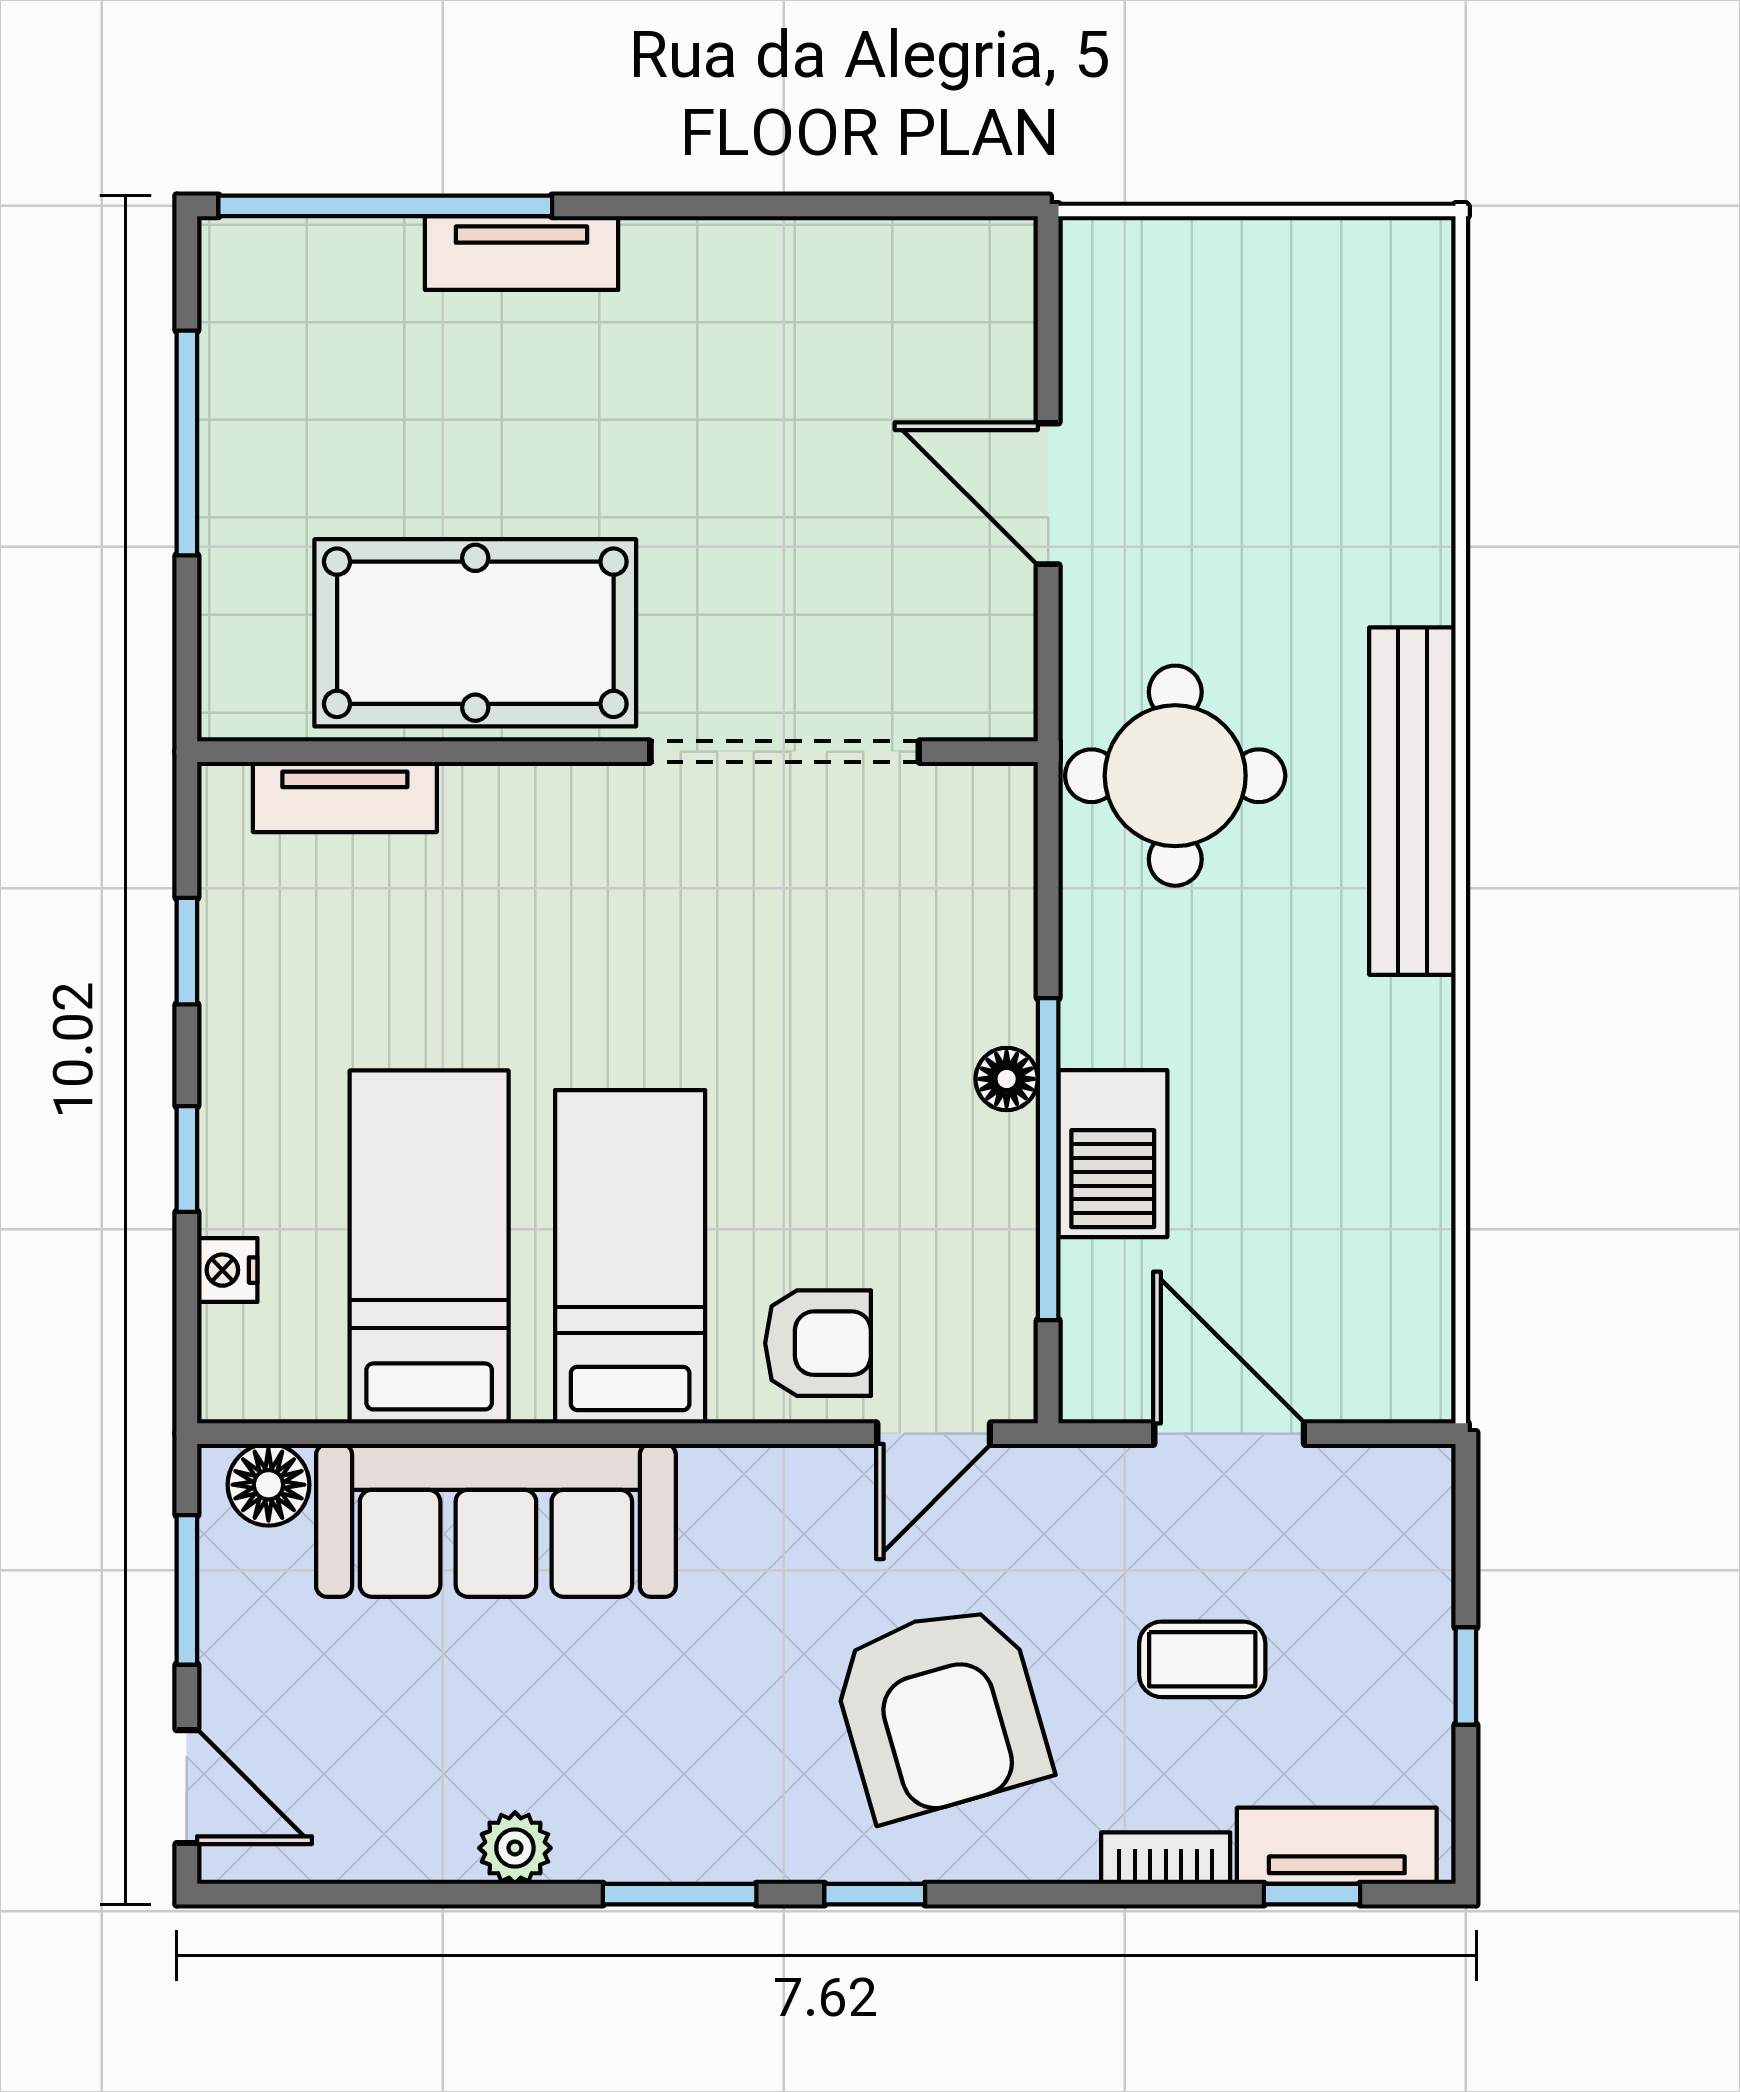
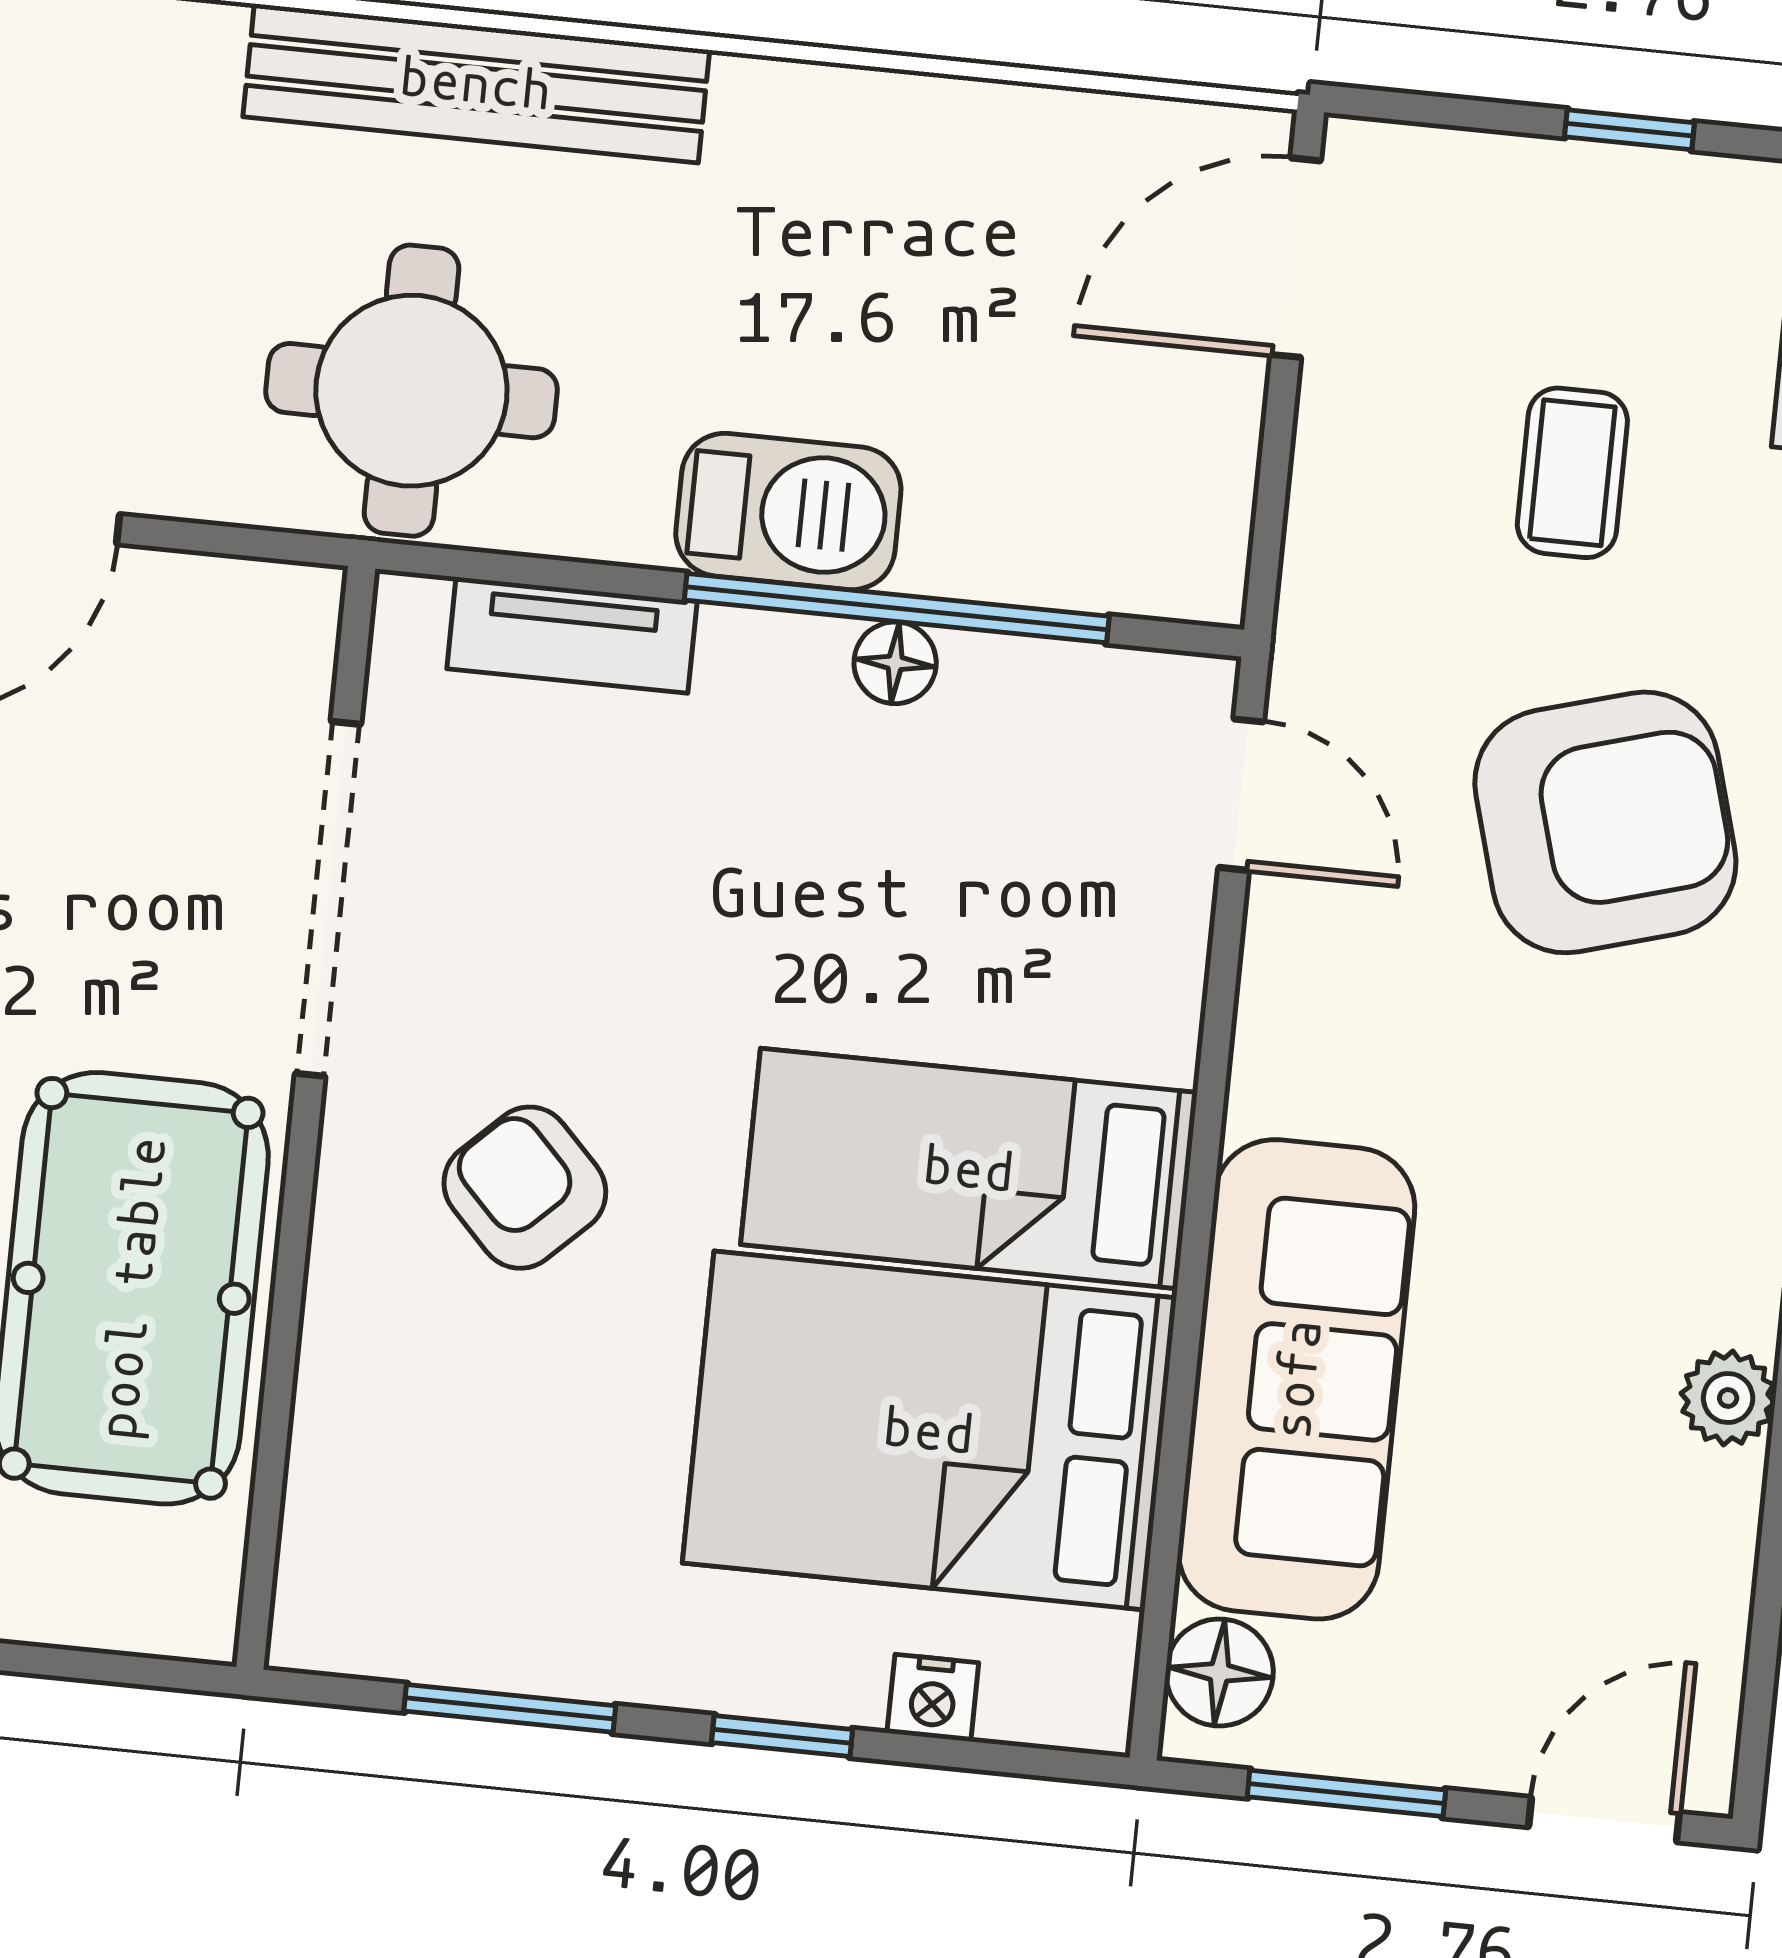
tv unit: (345, 797) -> (572, 635), moved, turned 90
window: (187, 951) -> (510, 1708), width x1.50
floor lamp: (1007, 1079) -> (895, 663), moved
barbecue: (1113, 1154) -> (788, 511), moved
bed: (429, 1247) -> (929, 1430), width x1.50
armchair: (818, 1343) -> (525, 1188), moved, turned -44
door: (1229, 1434) -> (1296, 258), moved

